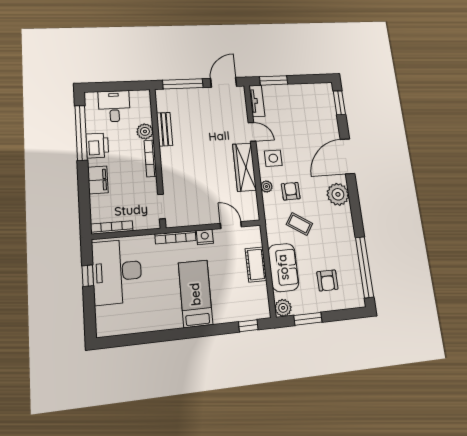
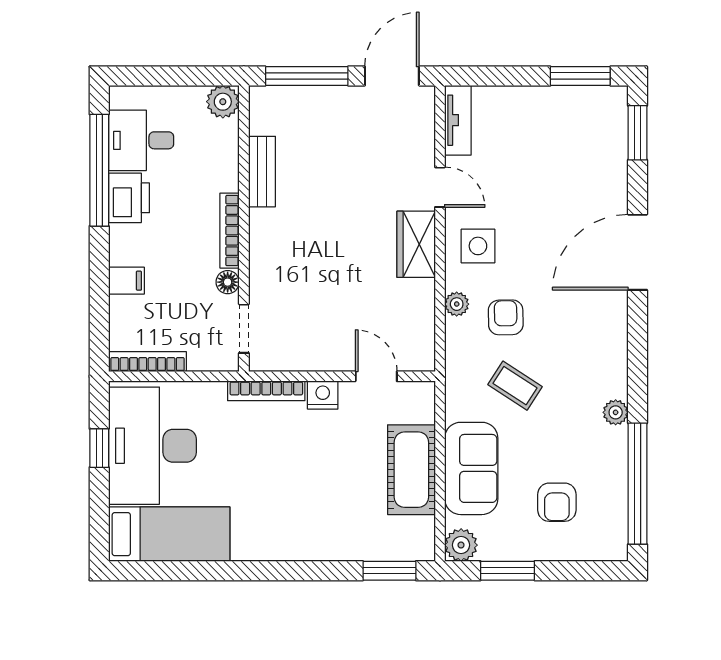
window: (274, 80) -> (580, 76), moved
desk: (114, 106) -> (141, 140), moved, turned -90
plant: (145, 131) -> (223, 102), moved
wardrobe: (244, 167) -> (416, 244), width x0.67
filing cabinet: (98, 180) -> (126, 281), width x0.50
floor lamp: (151, 184) -> (228, 282), added
plant: (338, 194) -> (616, 412), moved, width x0.53, depth x0.53
cot: (256, 265) -> (411, 470), width x1.37, depth x1.34
bed: (195, 294) -> (169, 534), moved, turned 90
window: (248, 326) -> (389, 571), width x1.50

